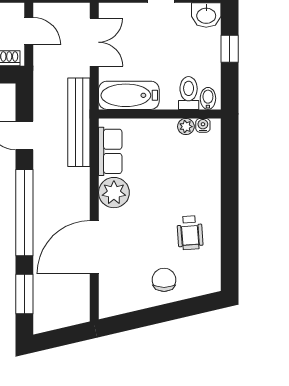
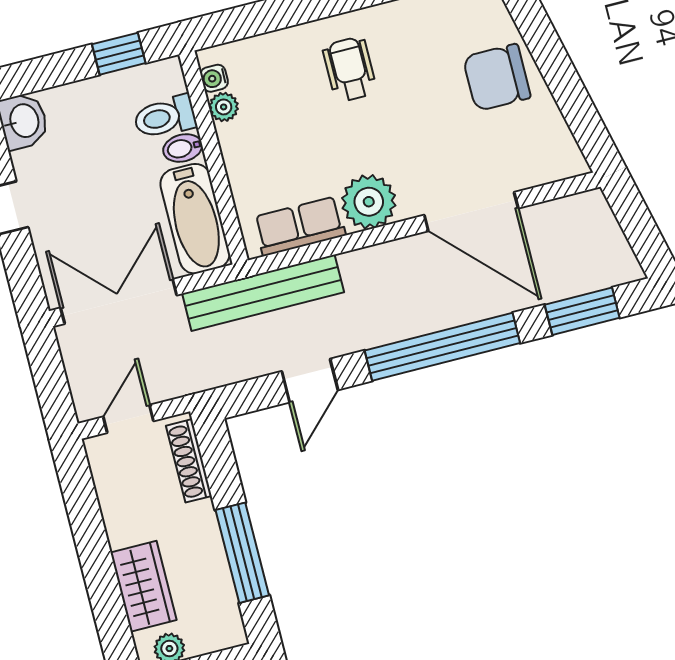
double door: (94, 42) -> (119, 301), width x1.37
window: (230, 49) -> (119, 54), moved
bidet: (208, 98) -> (183, 148), moved
wheelchair: (190, 233) -> (350, 69), moved, turned -86
chair: (164, 280) -> (497, 77), width x1.37, depth x1.37

